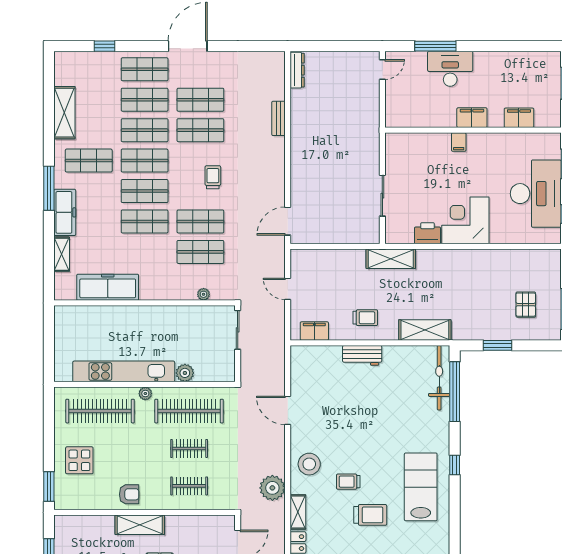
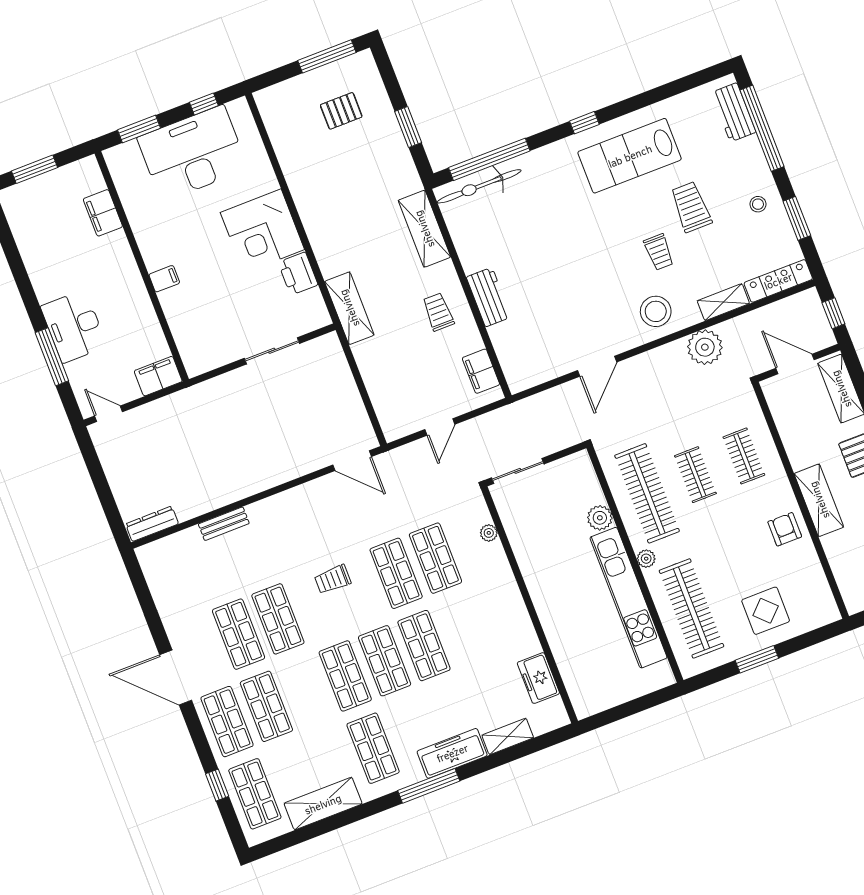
filing cabinet: (472, 118) -> (158, 376), moved, turned 90
shop shelf: (145, 130) -> (255, 794), moved
freezer: (108, 287) -> (538, 678), width x0.52, depth x0.79
window: (49, 487) -> (757, 659), moved

